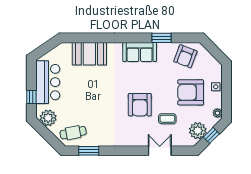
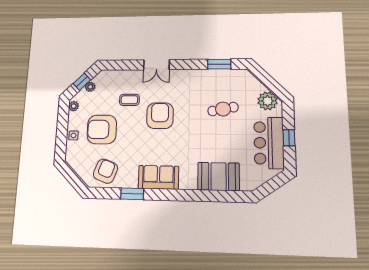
armchair: (191, 92) -> (102, 129), turned 180
window: (31, 97) -> (289, 138), moved
plant: (198, 131) -> (90, 87), width x0.53, depth x0.53
cafe table: (73, 133) -> (223, 109), moved
double door: (160, 151) -> (157, 65), moved

